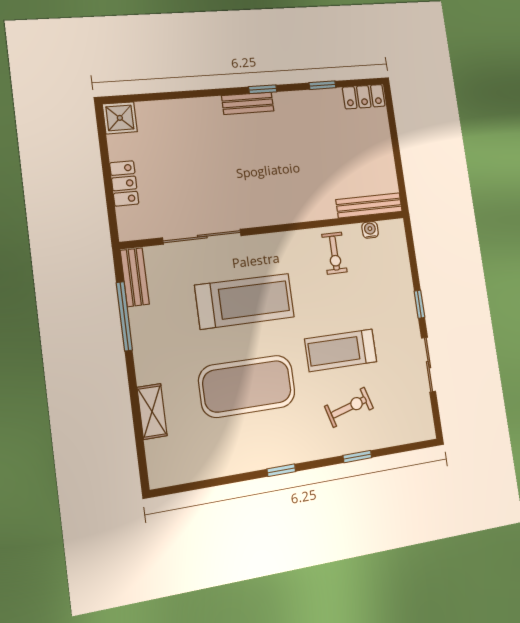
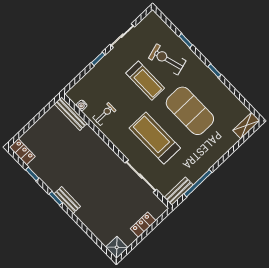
exercise bike: (349, 407) -> (167, 59), width x1.38, depth x1.39
shelving: (152, 411) -> (246, 126), moved

